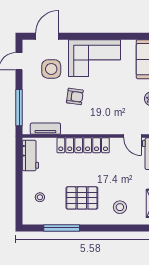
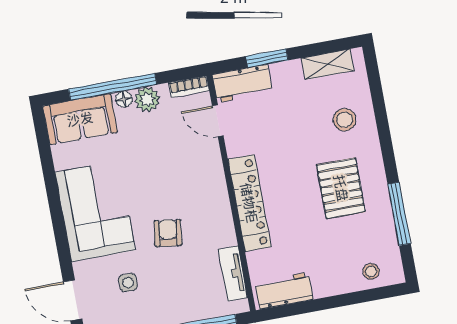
side table: (51, 69) -> (128, 283), width x0.54, depth x0.54
door: (132, 136) -> (218, 121), swing flipped
stool: (40, 197) -> (371, 271), moved

